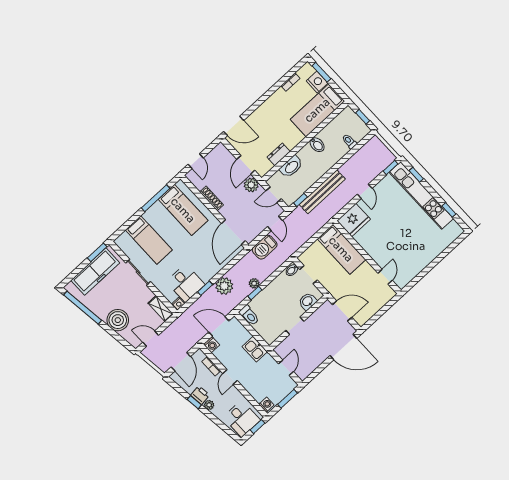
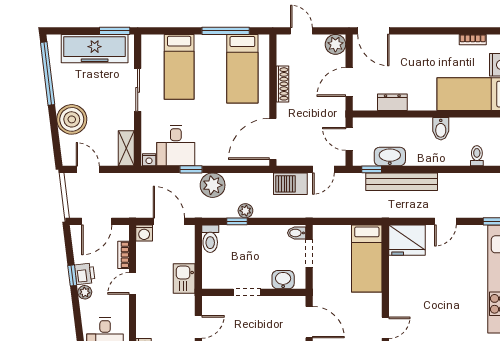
door: (196, 161) -> (301, 31), swing flipped
washbasin: (291, 167) -> (390, 156), moved, turned 180
plant: (251, 185) -> (335, 44), moved

